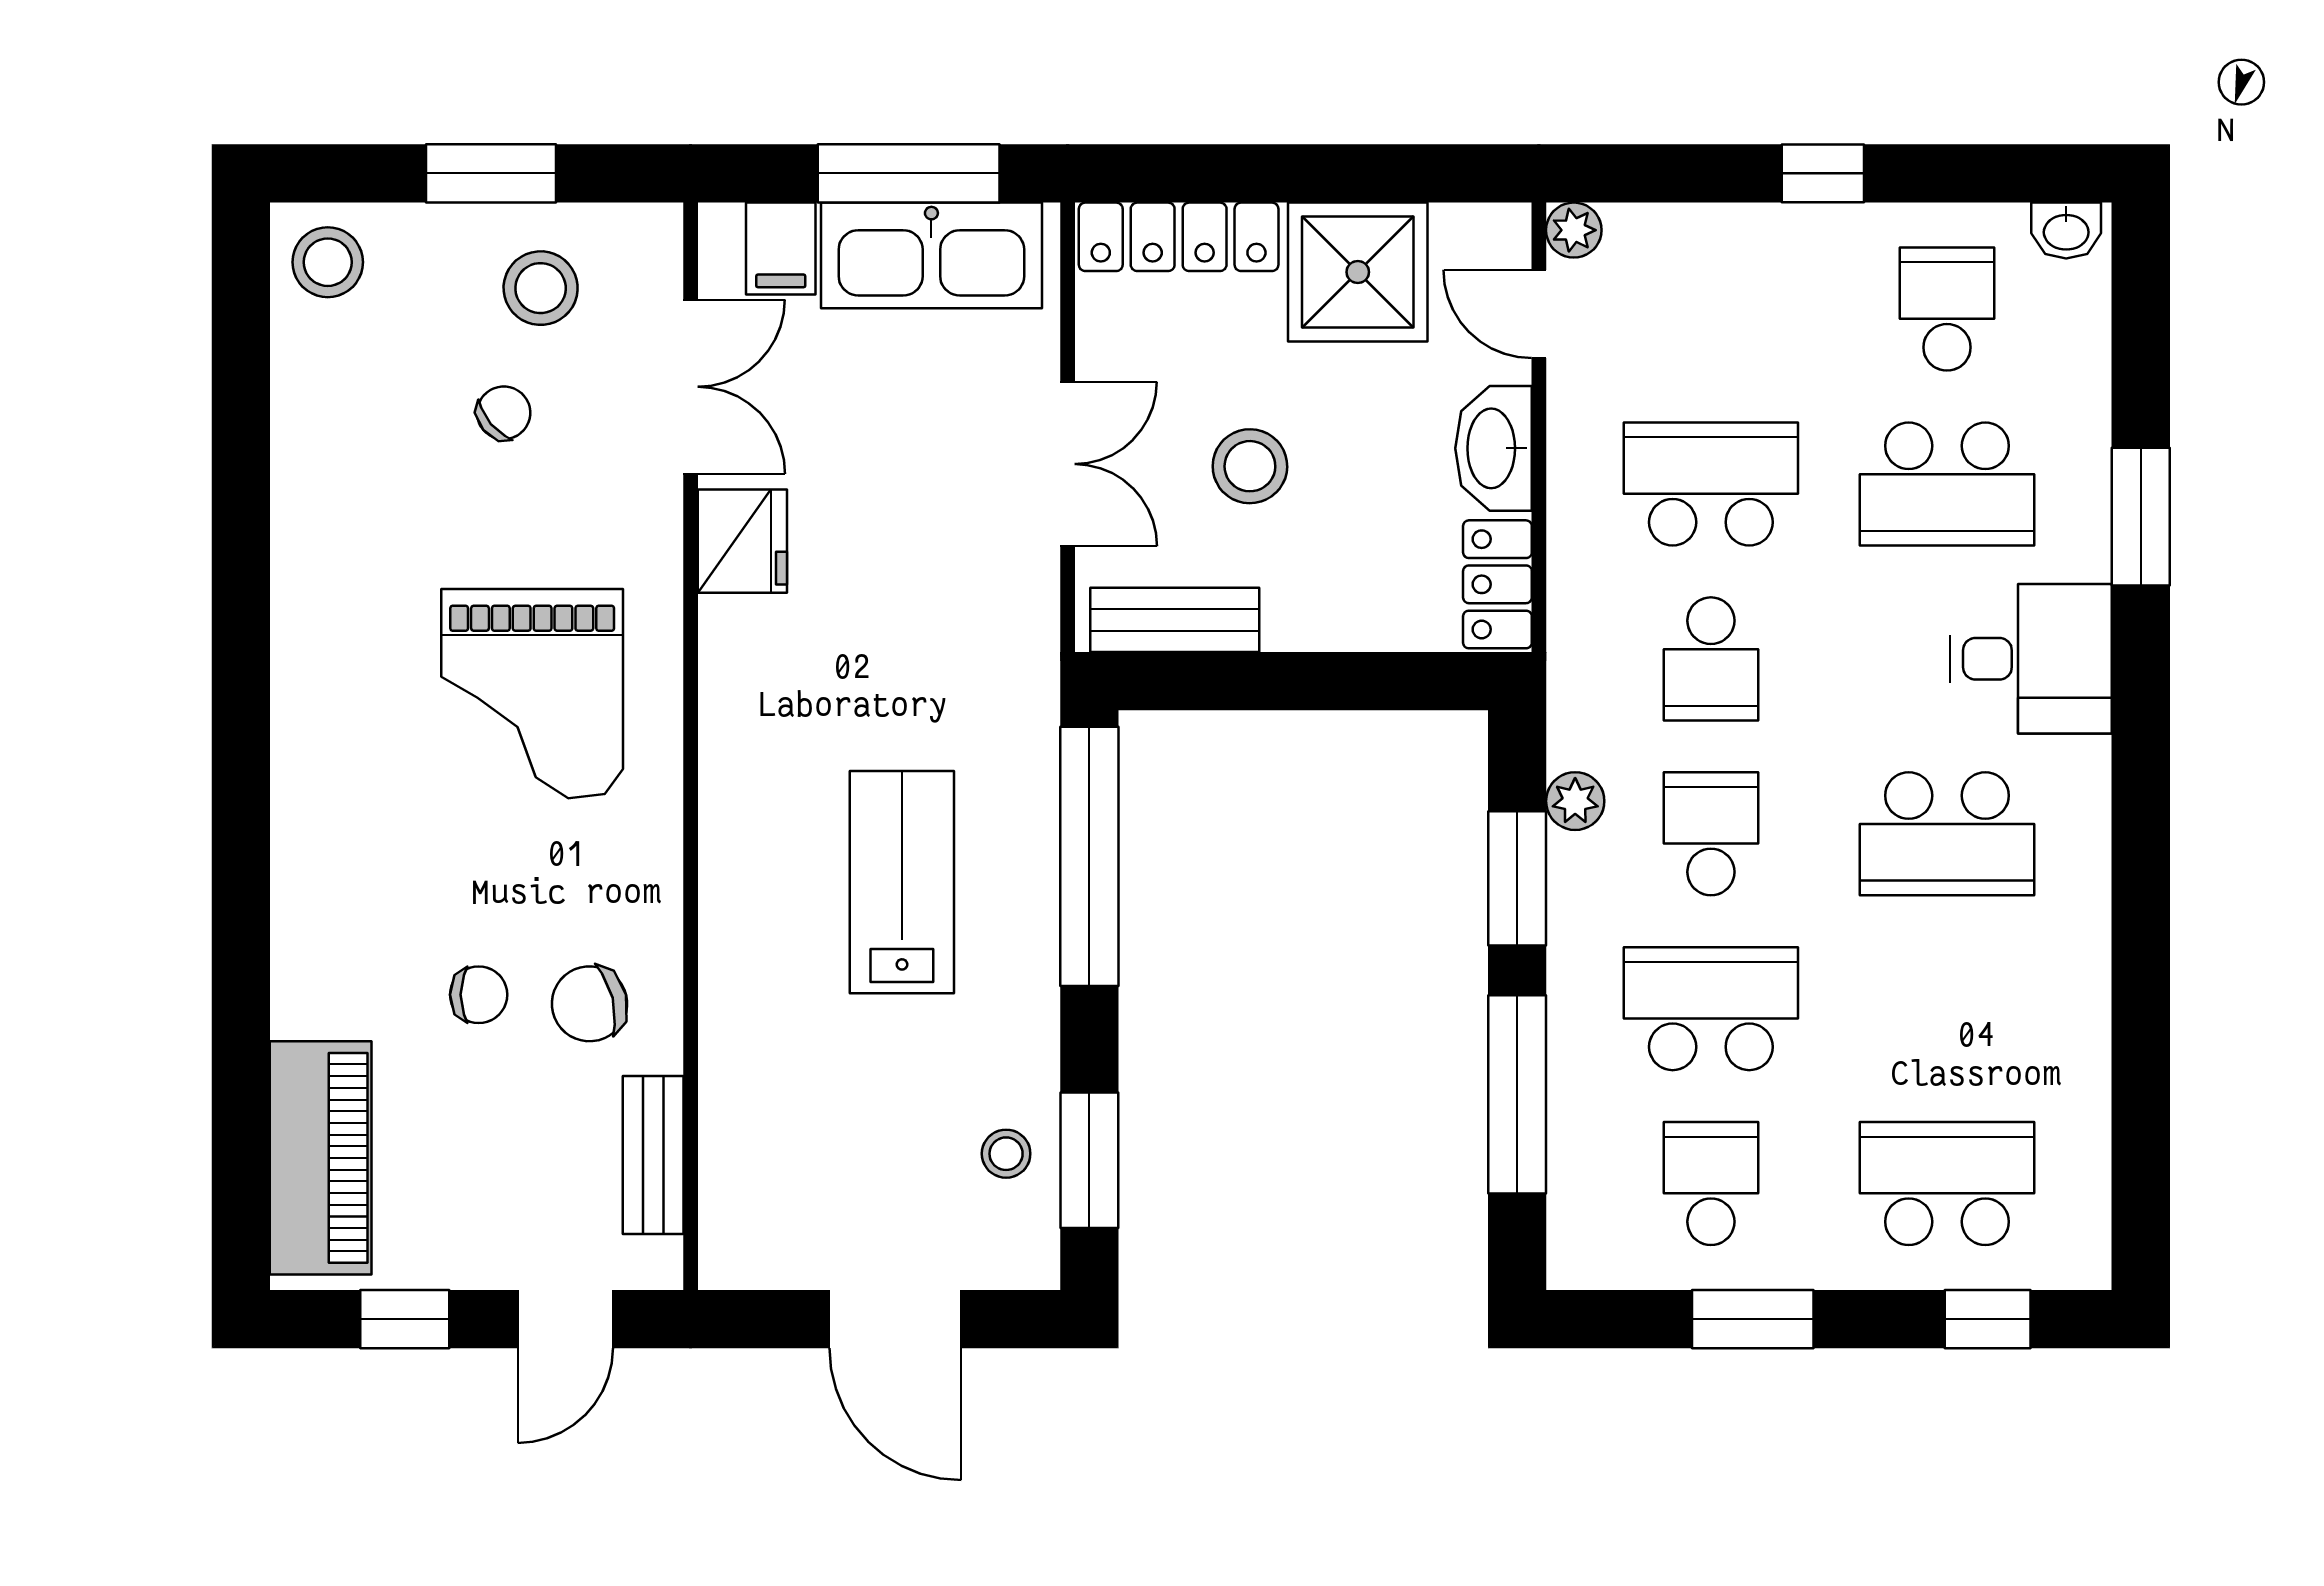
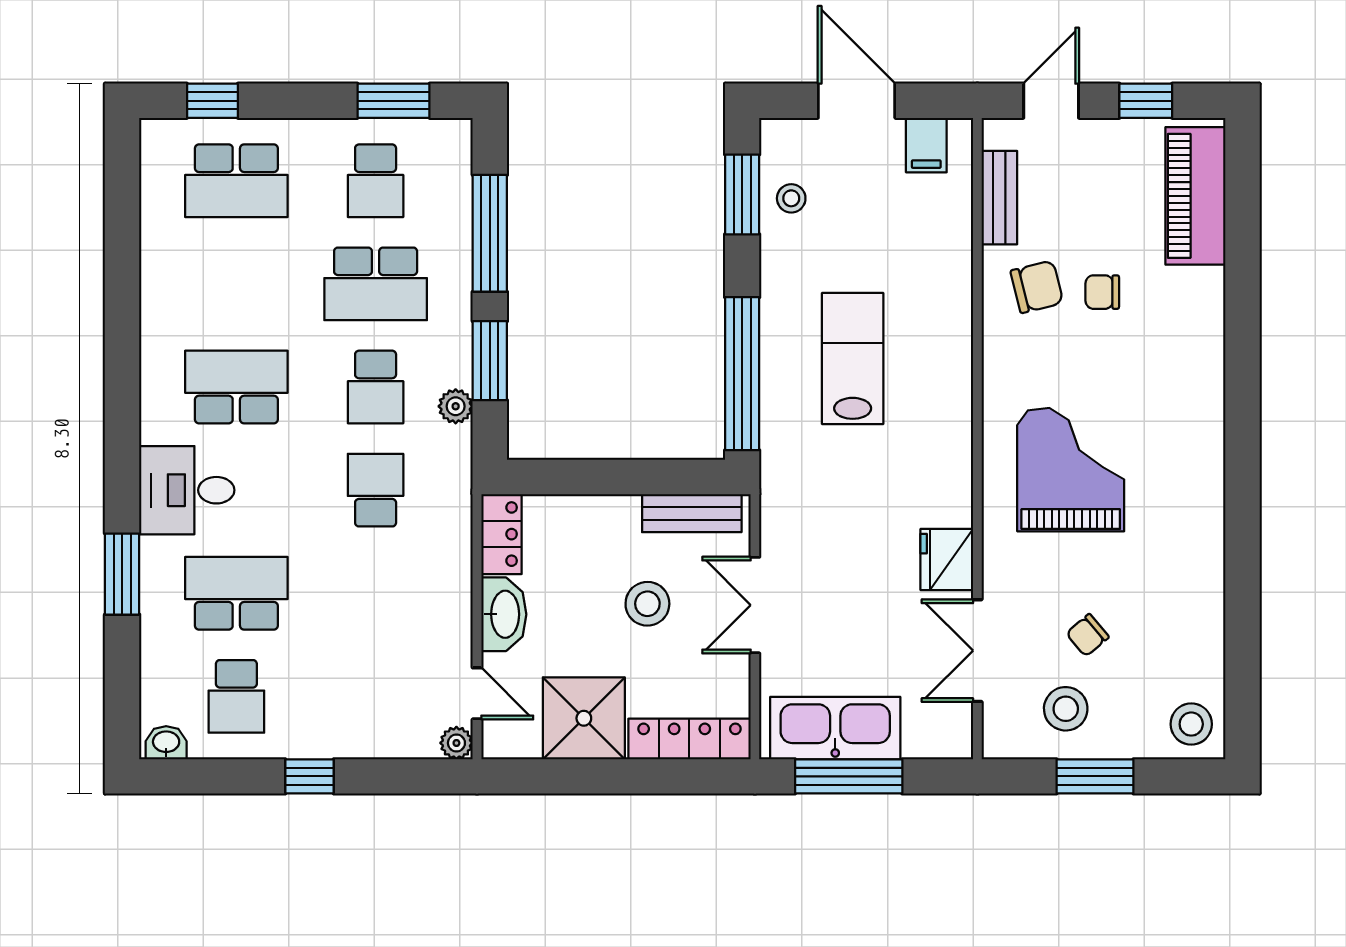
filing cabinet: (781, 249) -> (926, 145), moved, turned 180
school desk: (1711, 484) -> (376, 593), removed
lab bench: (902, 882) -> (853, 358), turned 180
window: (1753, 1319) -> (393, 101), moved

